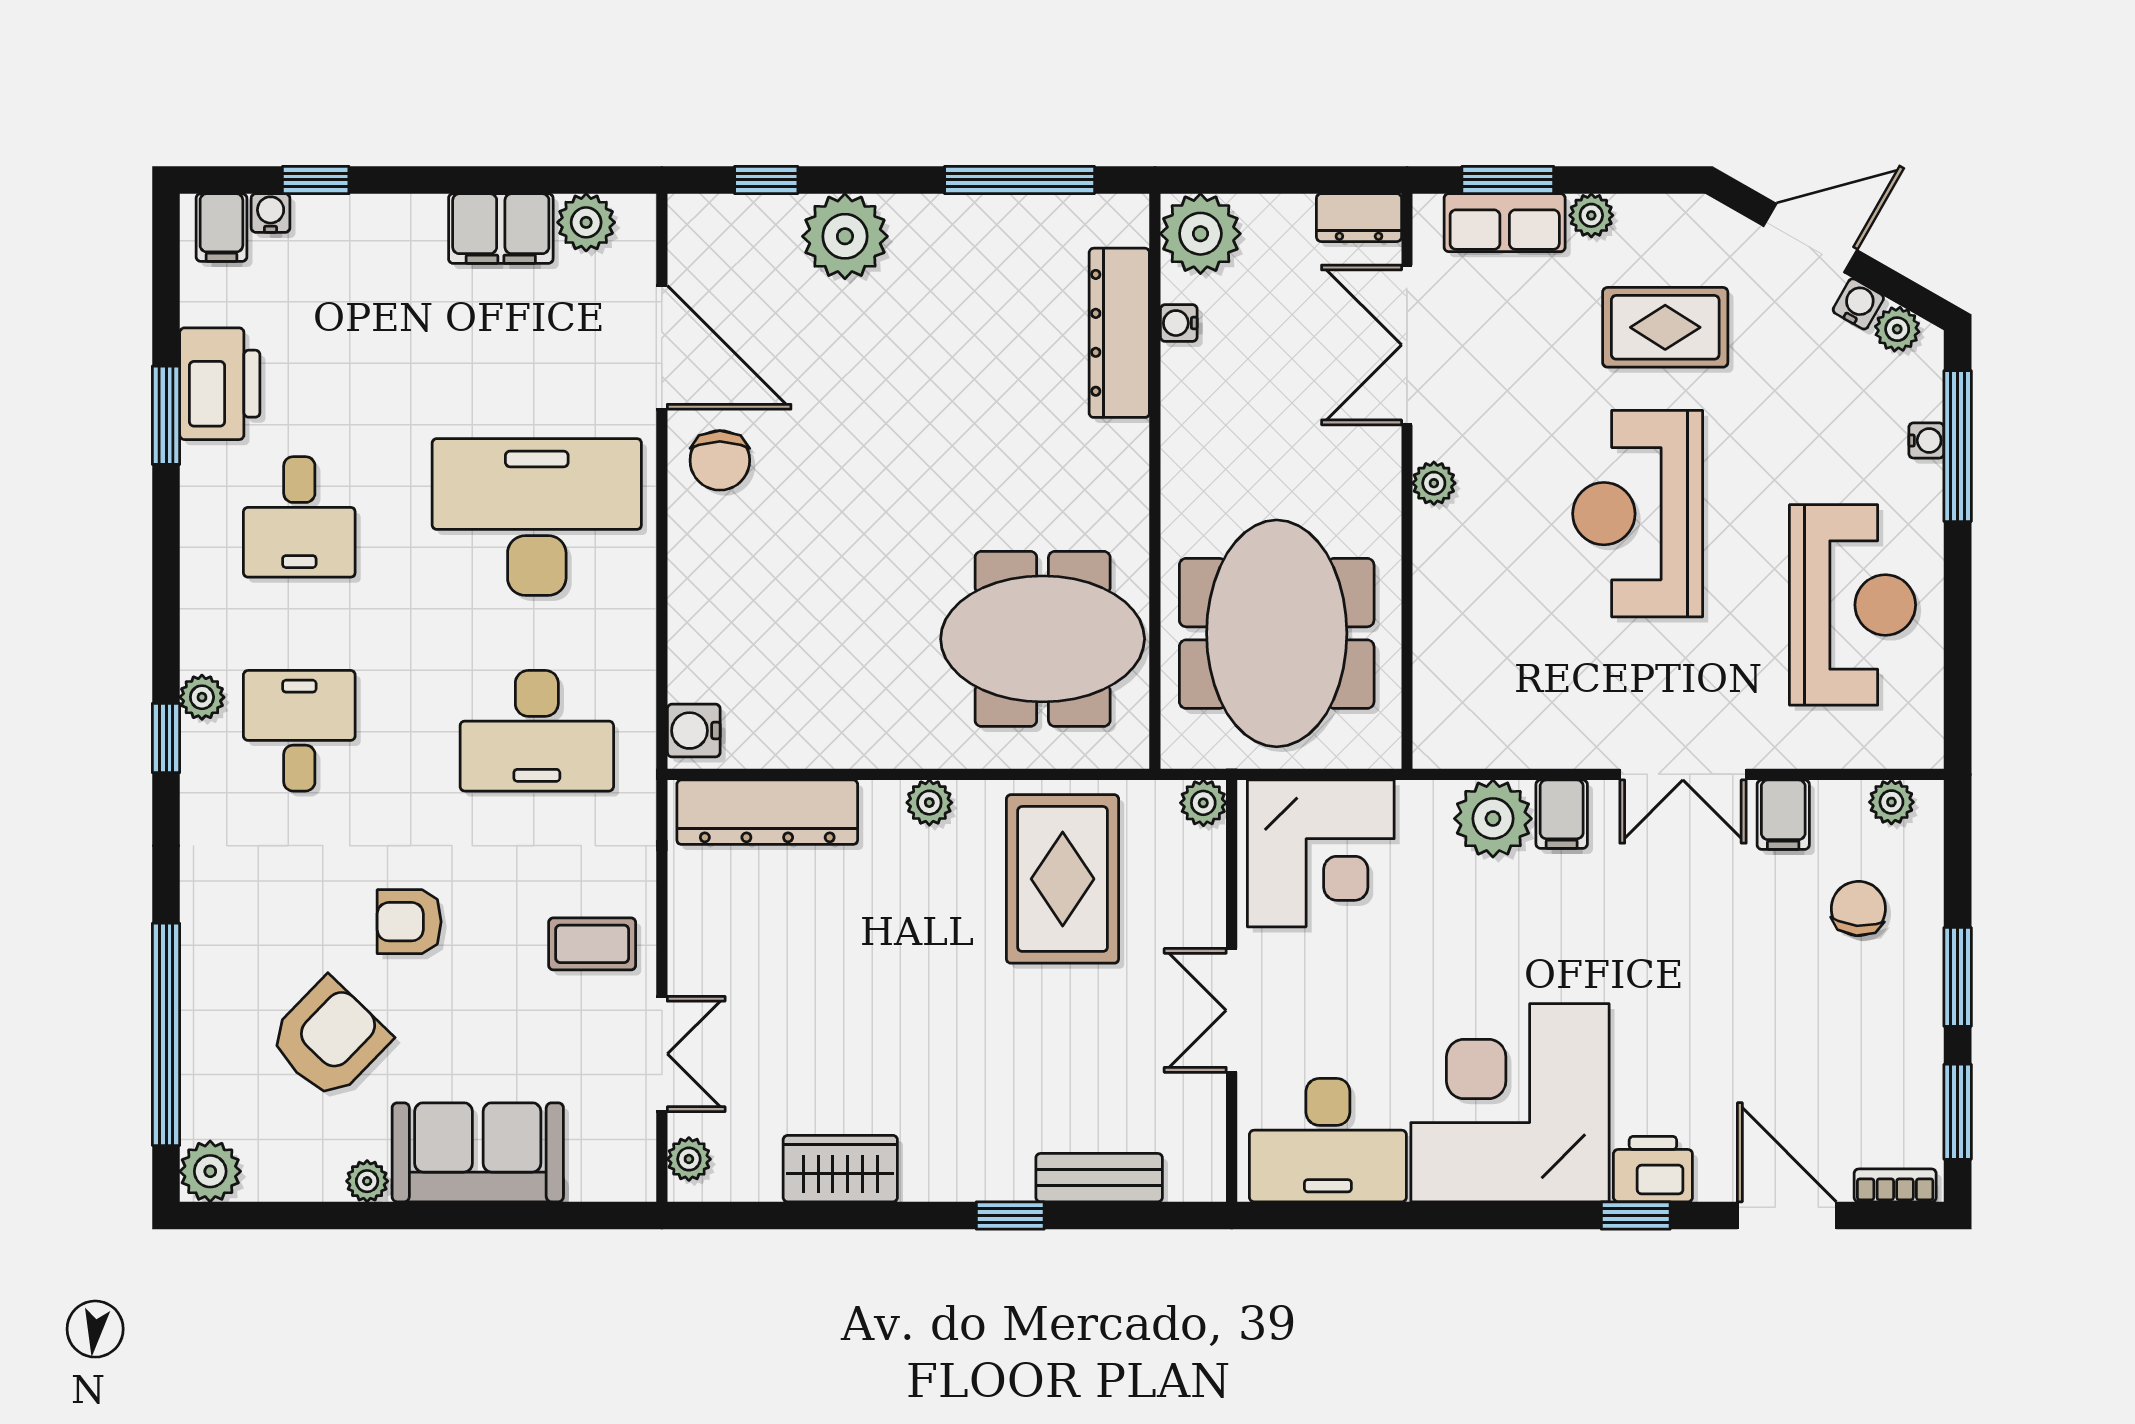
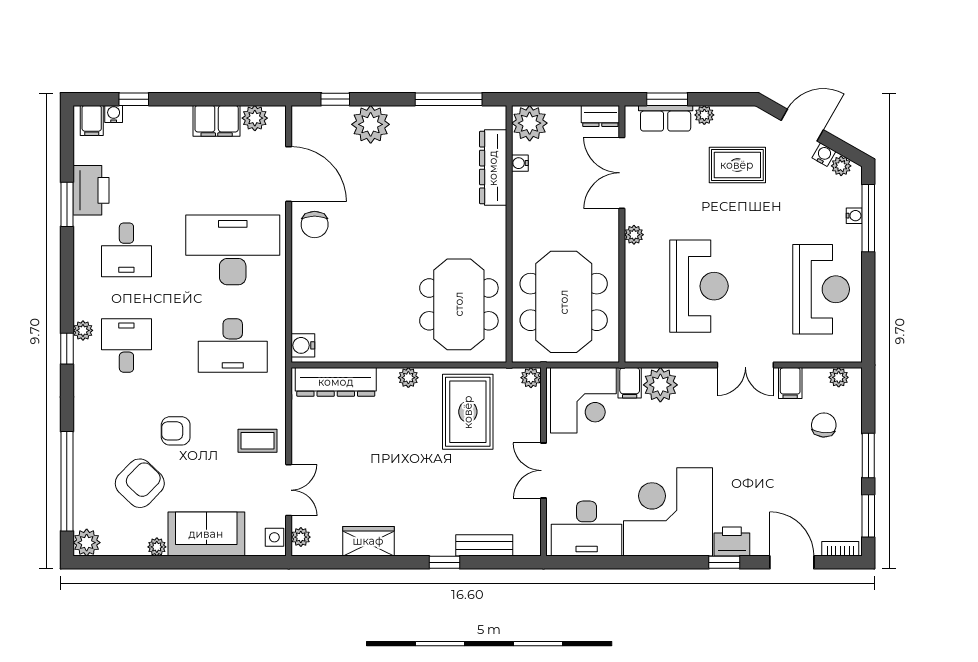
reception desk: (1638, 514) -> (699, 286), moved, turned 180
meeting table: (1043, 639) -> (459, 304), turned 90
filing cabinet: (1562, 814) -> (630, 383), moved
side table: (630, 1160) -> (274, 537), added

